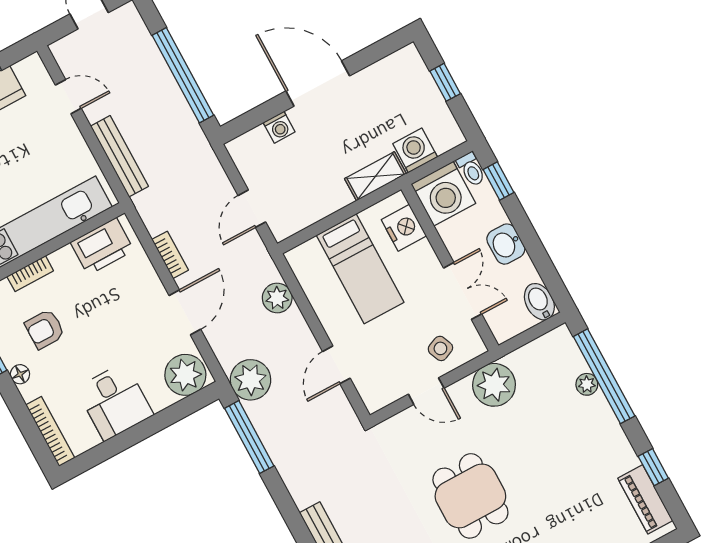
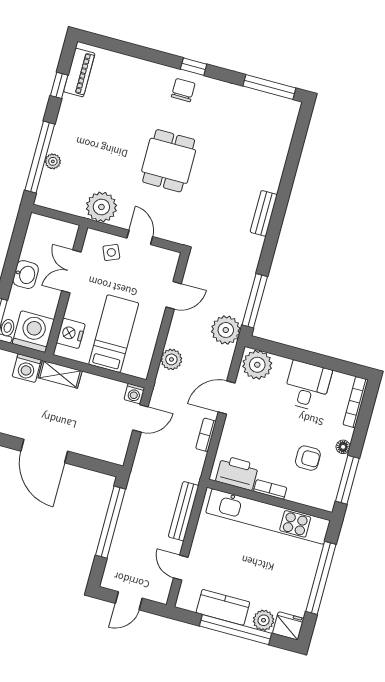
washing machine: (279, 127) -> (134, 394), moved, turned 180
bookcase: (30, 274) -> (270, 489), moved
bidet: (539, 302) -> (37, 228), removed

